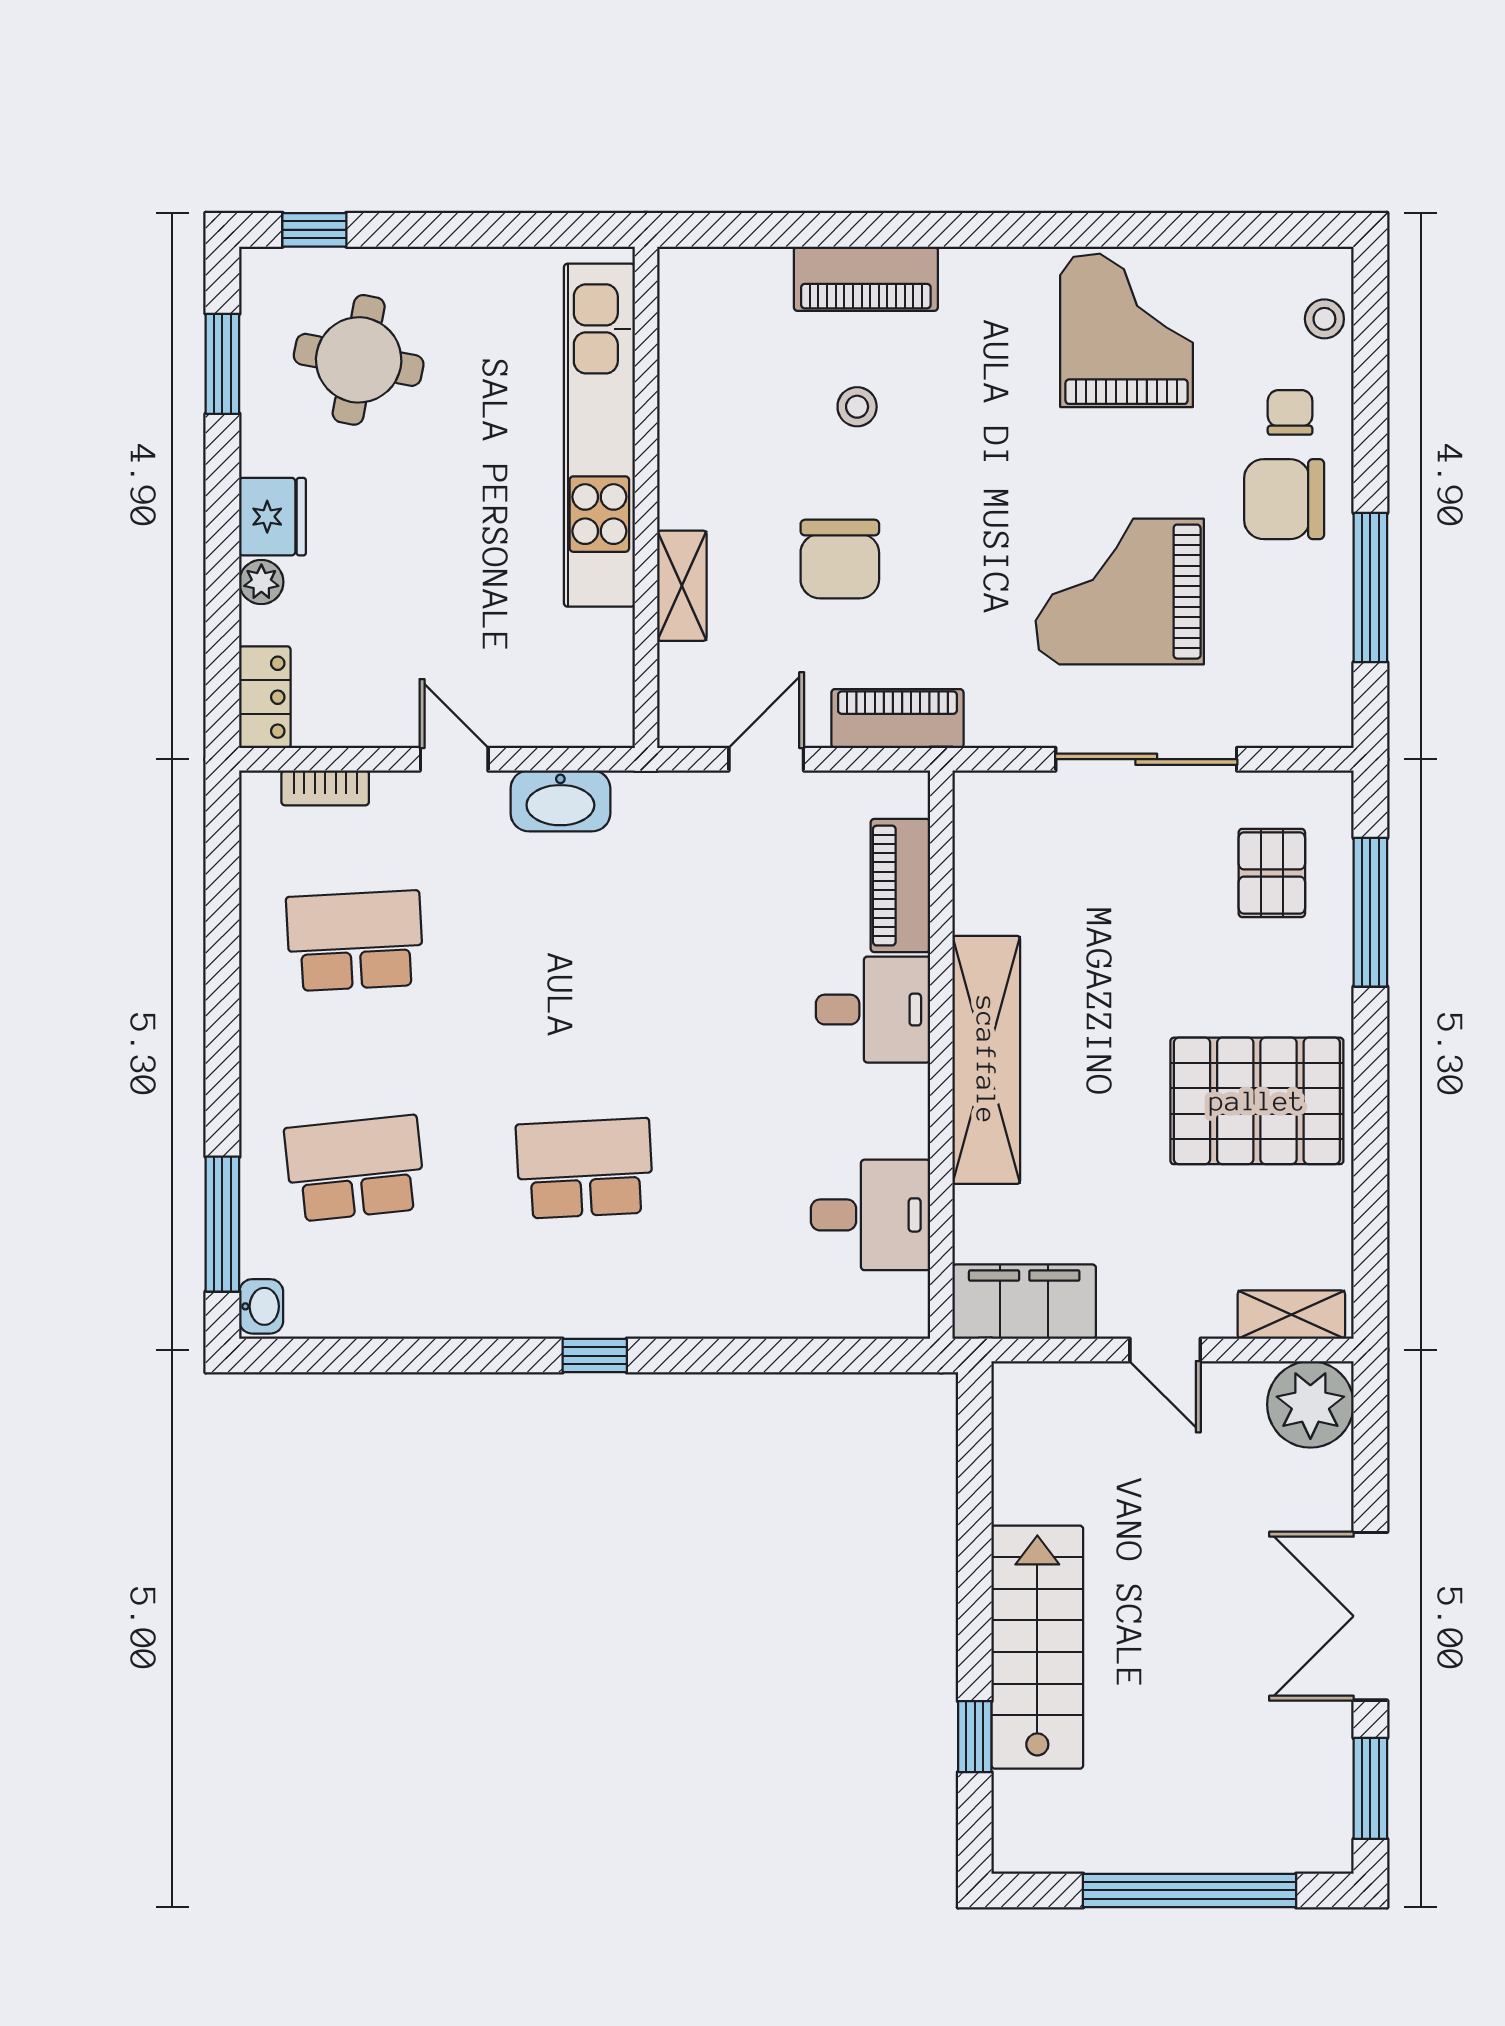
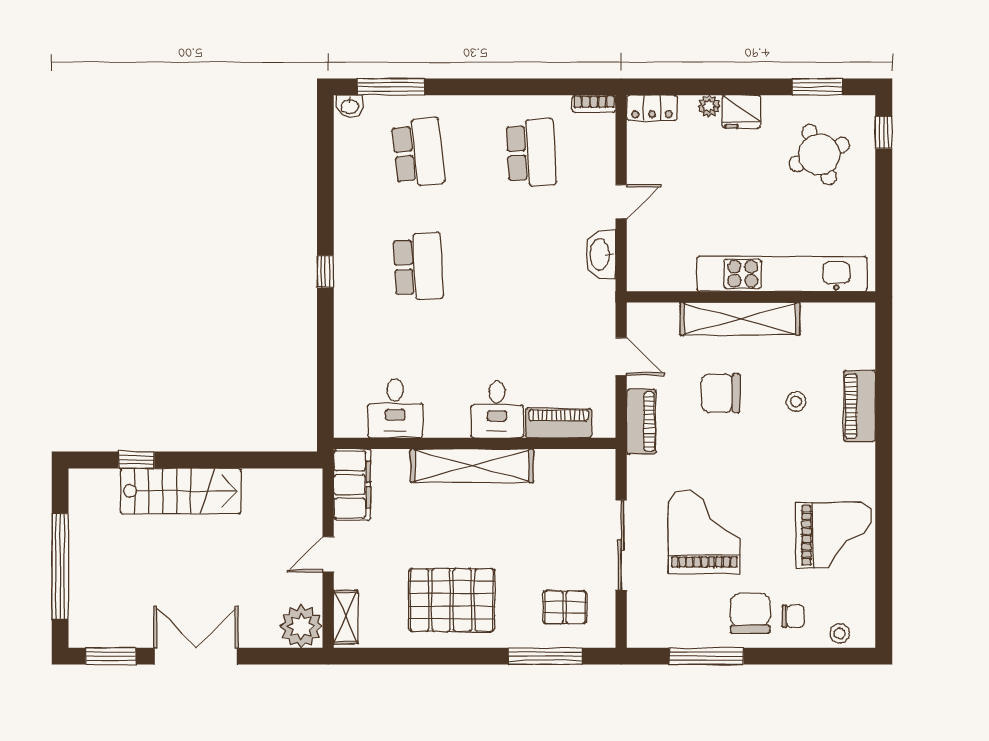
round table: (359, 360) -> (819, 154), turned -34
shelving: (682, 586) -> (740, 319), width x2.20, depth x1.33
bookcase: (325, 788) -> (594, 104), moved, turned -90
pallet: (1257, 1101) -> (452, 600), turned 90

